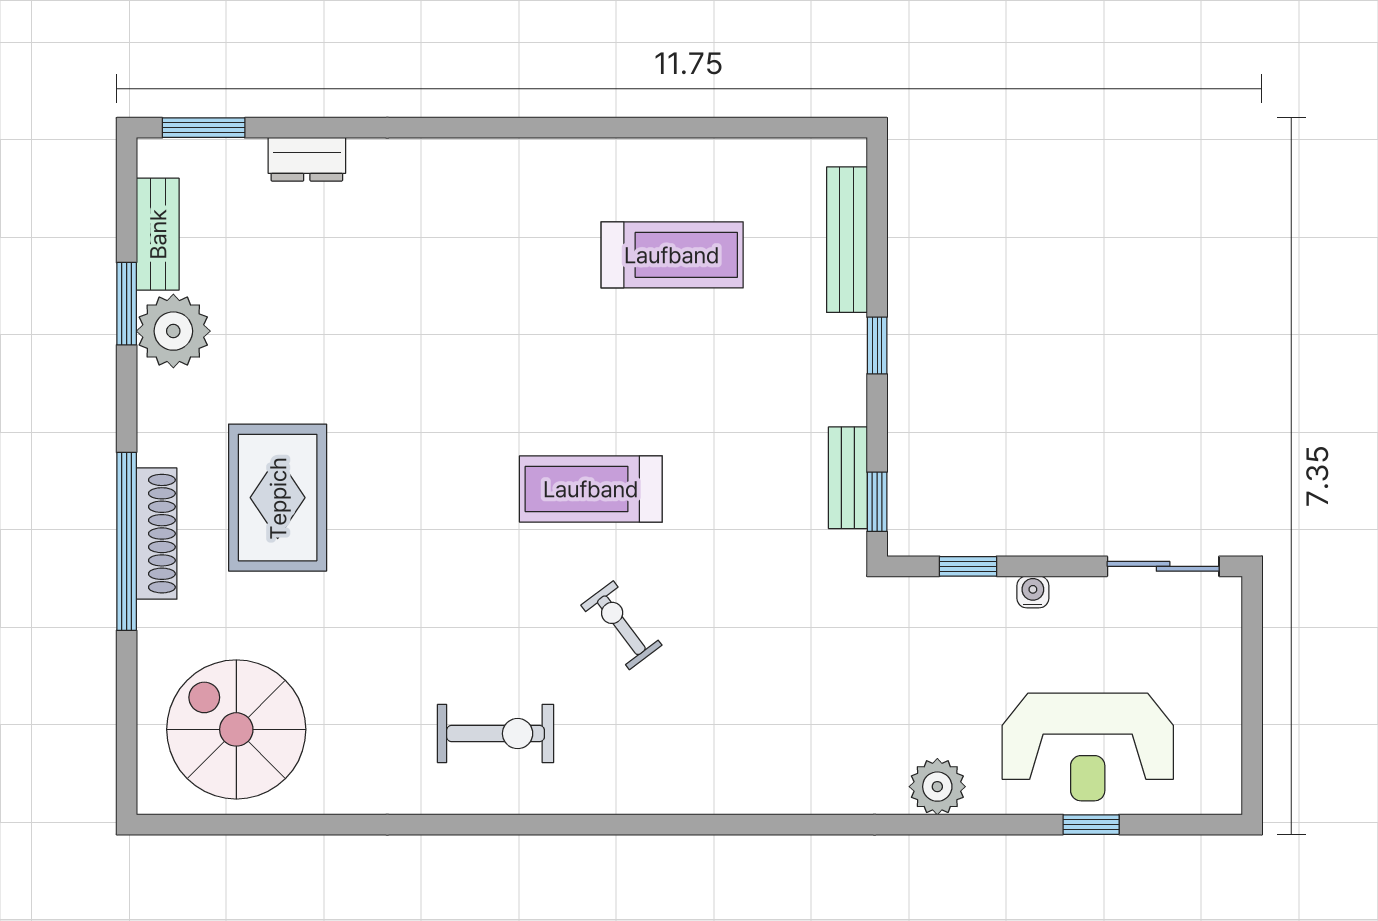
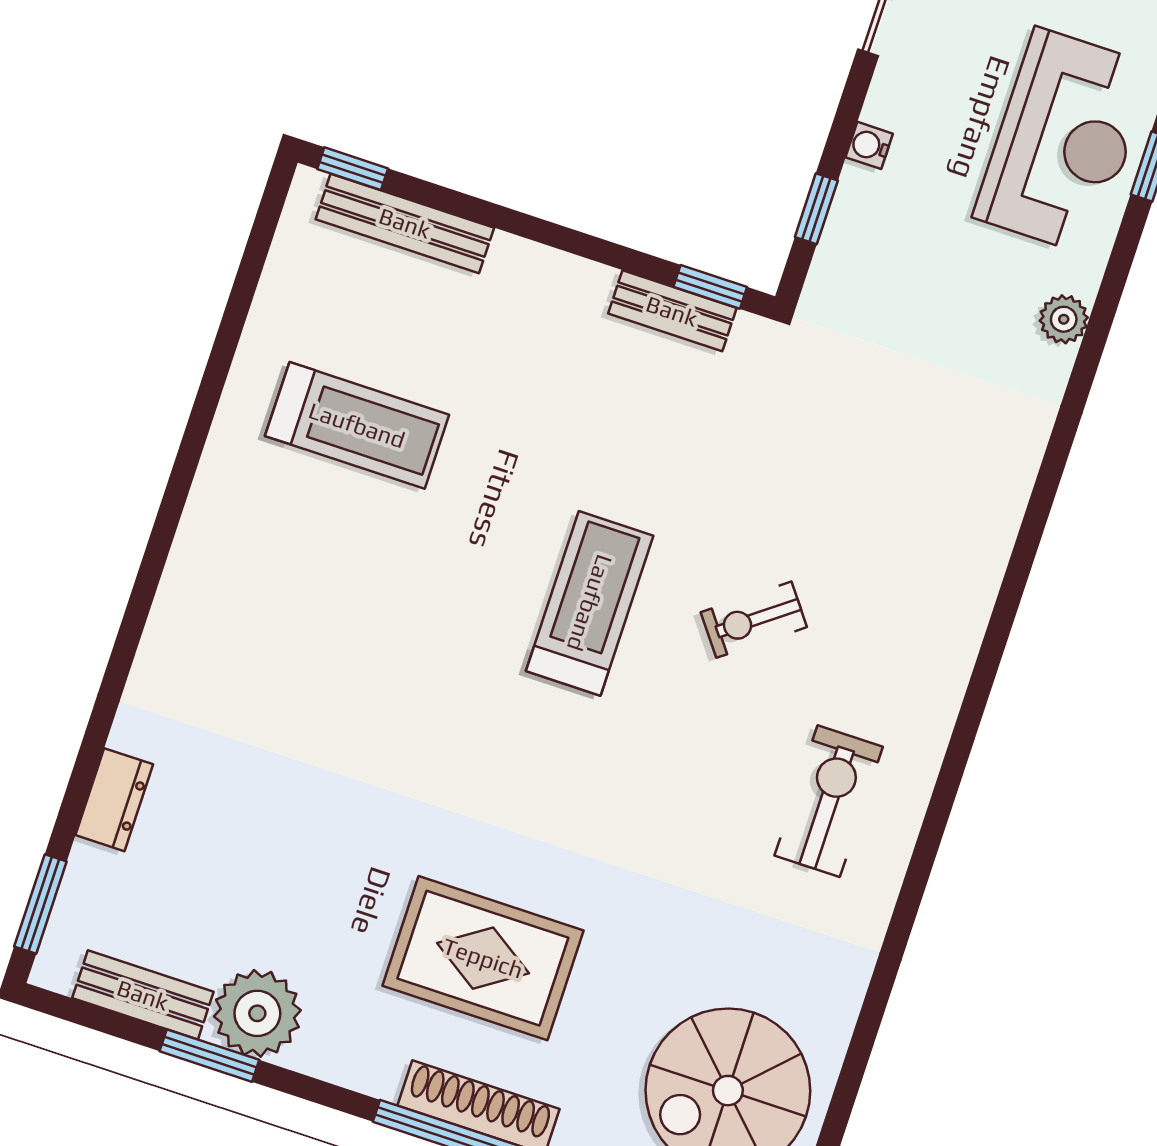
treadmill: (672, 255) -> (357, 425), turned 90
window: (877, 345) -> (353, 169), moved
treadmill: (591, 489) -> (590, 603), turned 180
plant: (937, 787) -> (1064, 319), width x0.73, depth x0.73

